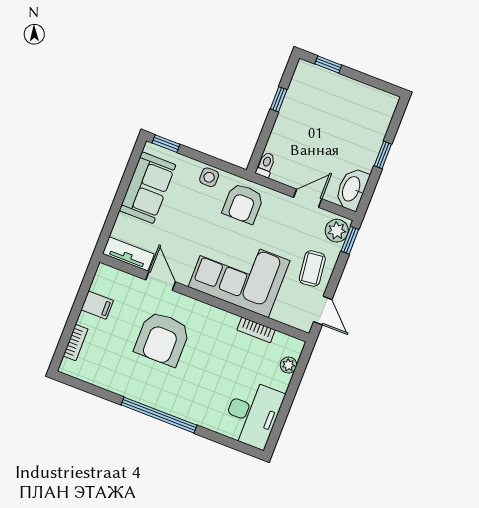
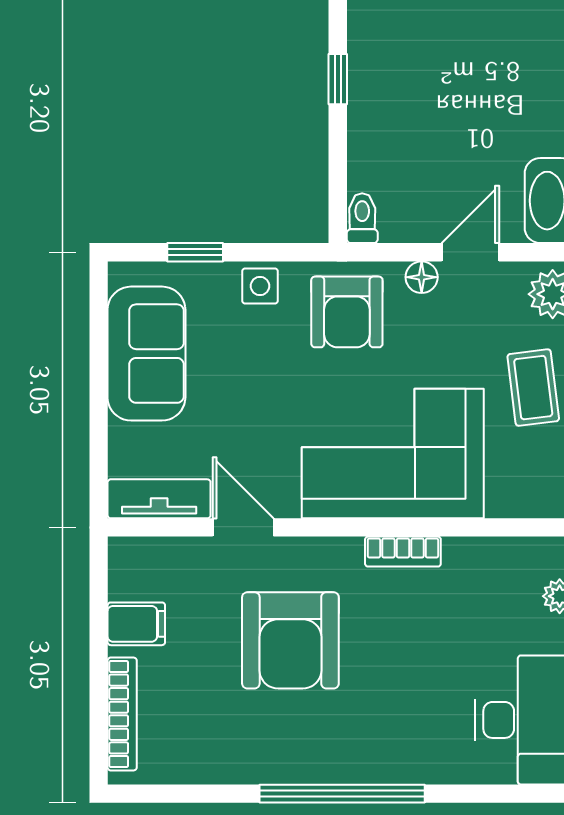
window: (166, 144) -> (195, 252), moved
floor lamp: (282, 201) -> (422, 277), added
bookcase: (256, 330) -> (403, 552), moved
bookcase: (76, 343) -> (122, 714), width x1.56

